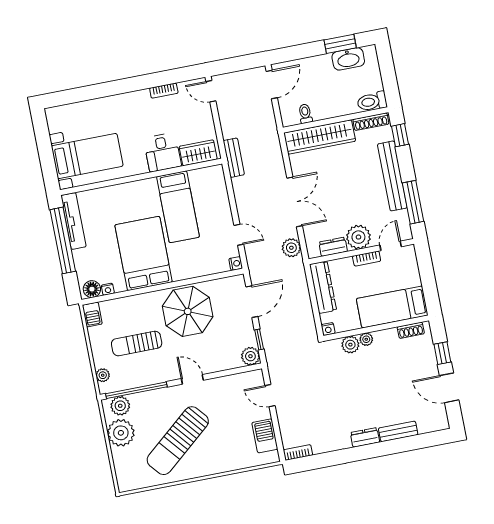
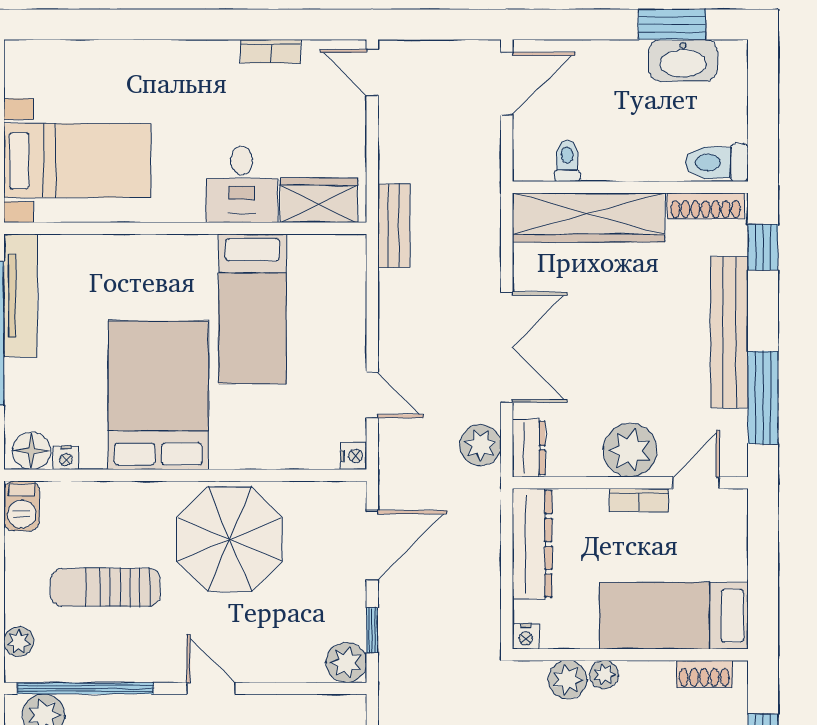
dresser: (333, 247) -> (529, 448), moved, turned 90

